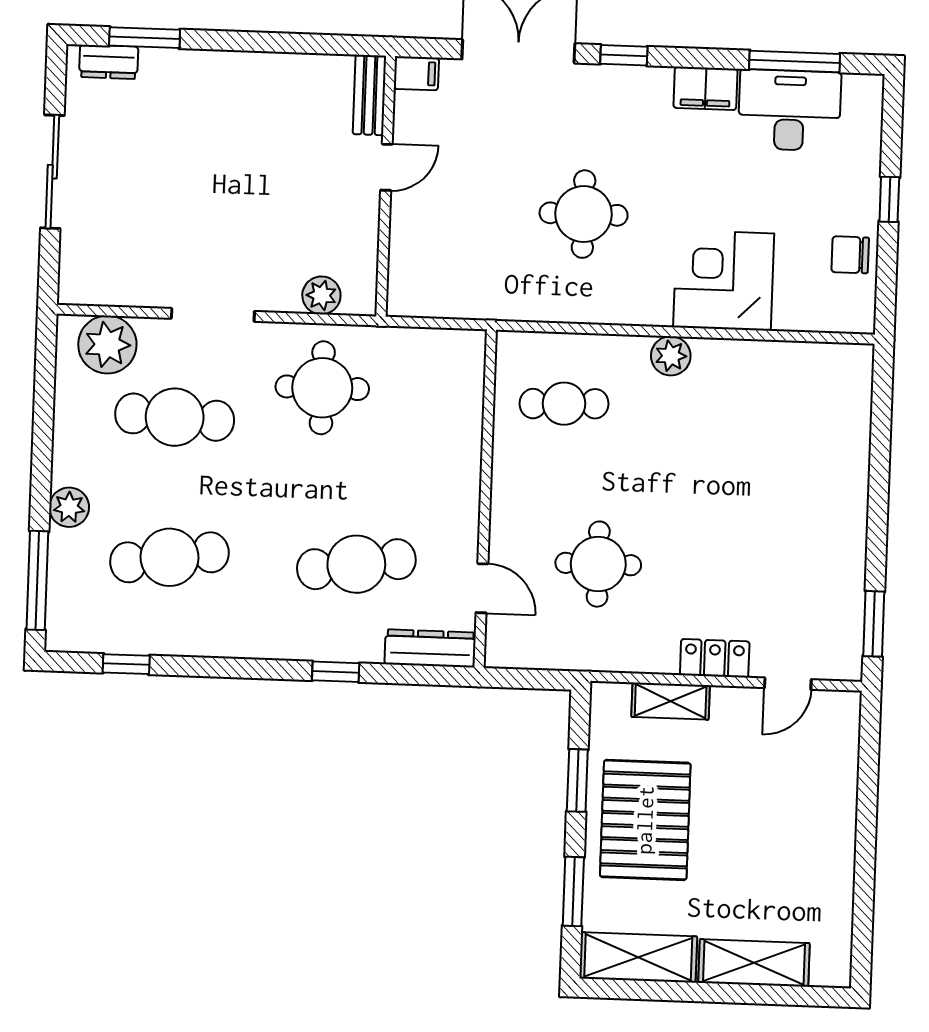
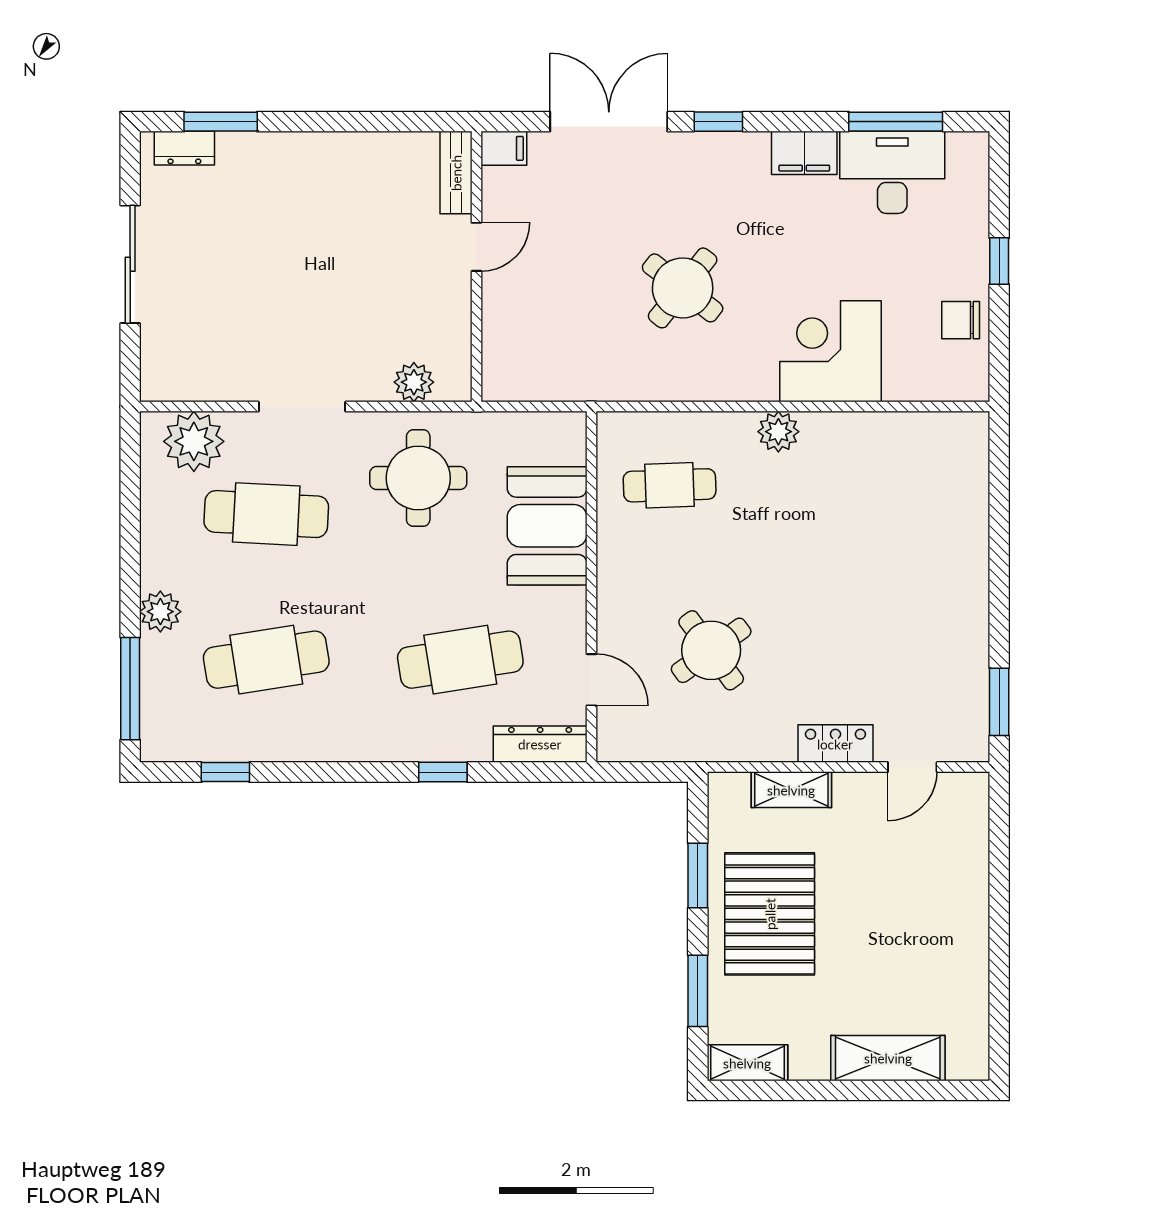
round table: (584, 214) -> (683, 288), turned 38
booth: (445, 438) -> (547, 526), added
round table: (598, 564) -> (711, 650), turned -36
shelving: (638, 957) -> (747, 1063), width x0.67, depth x0.75

